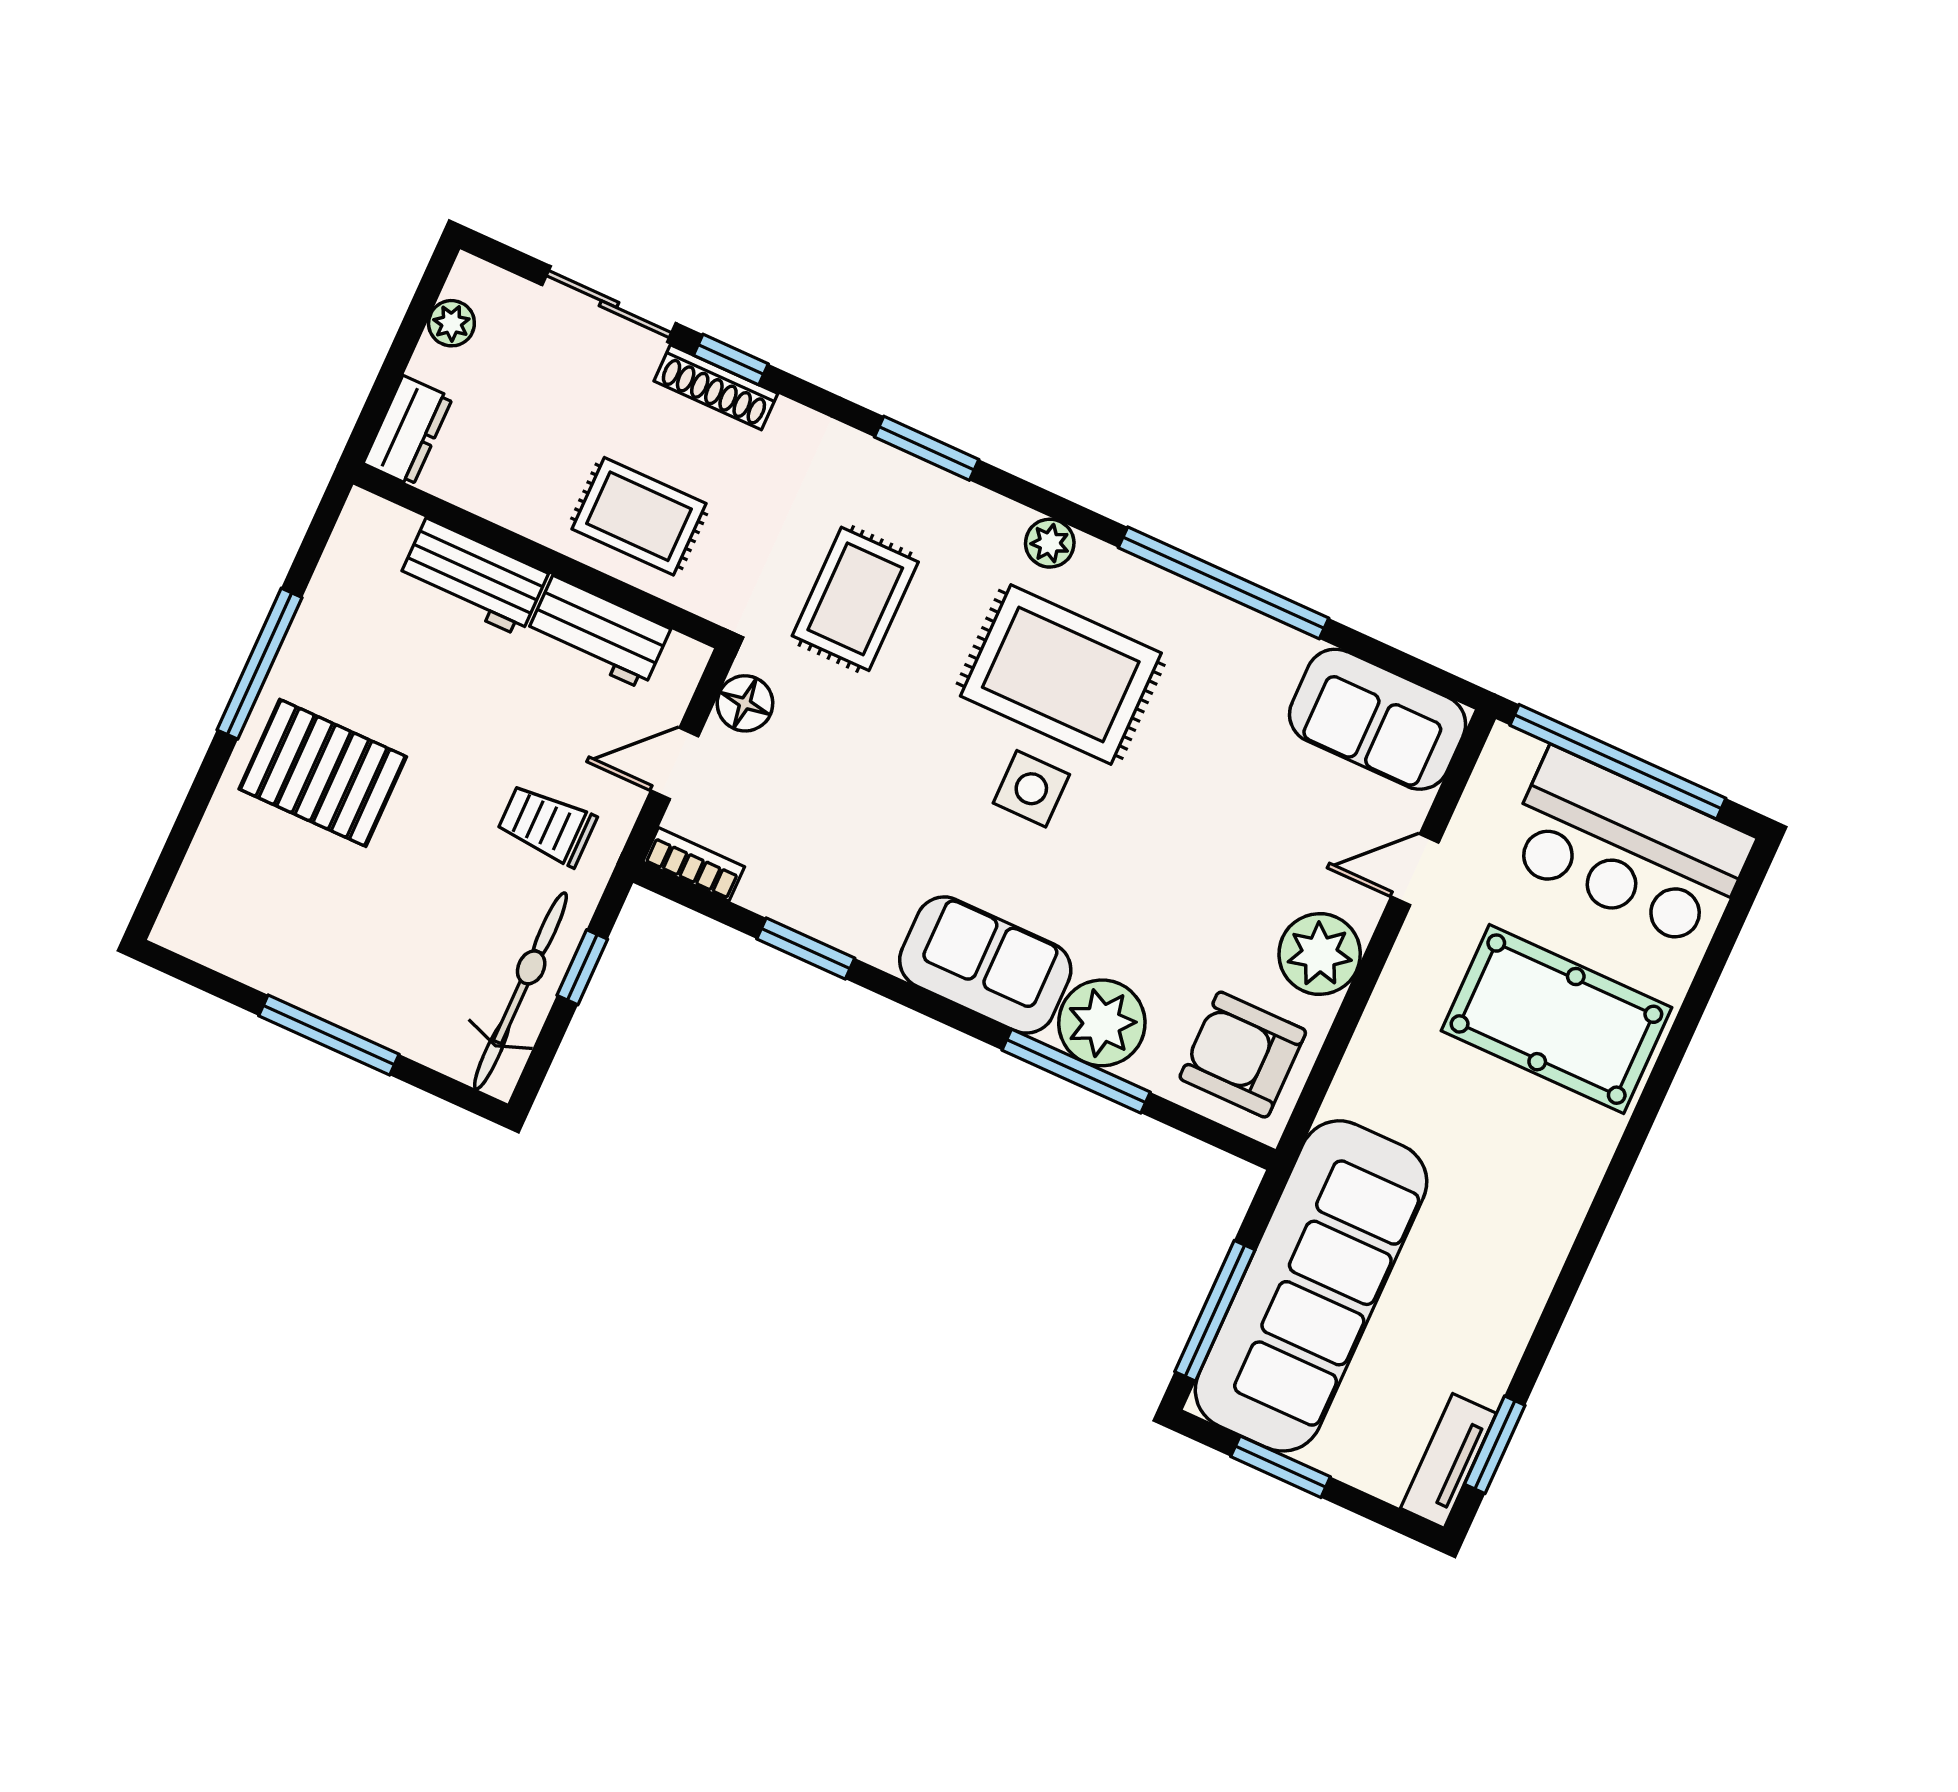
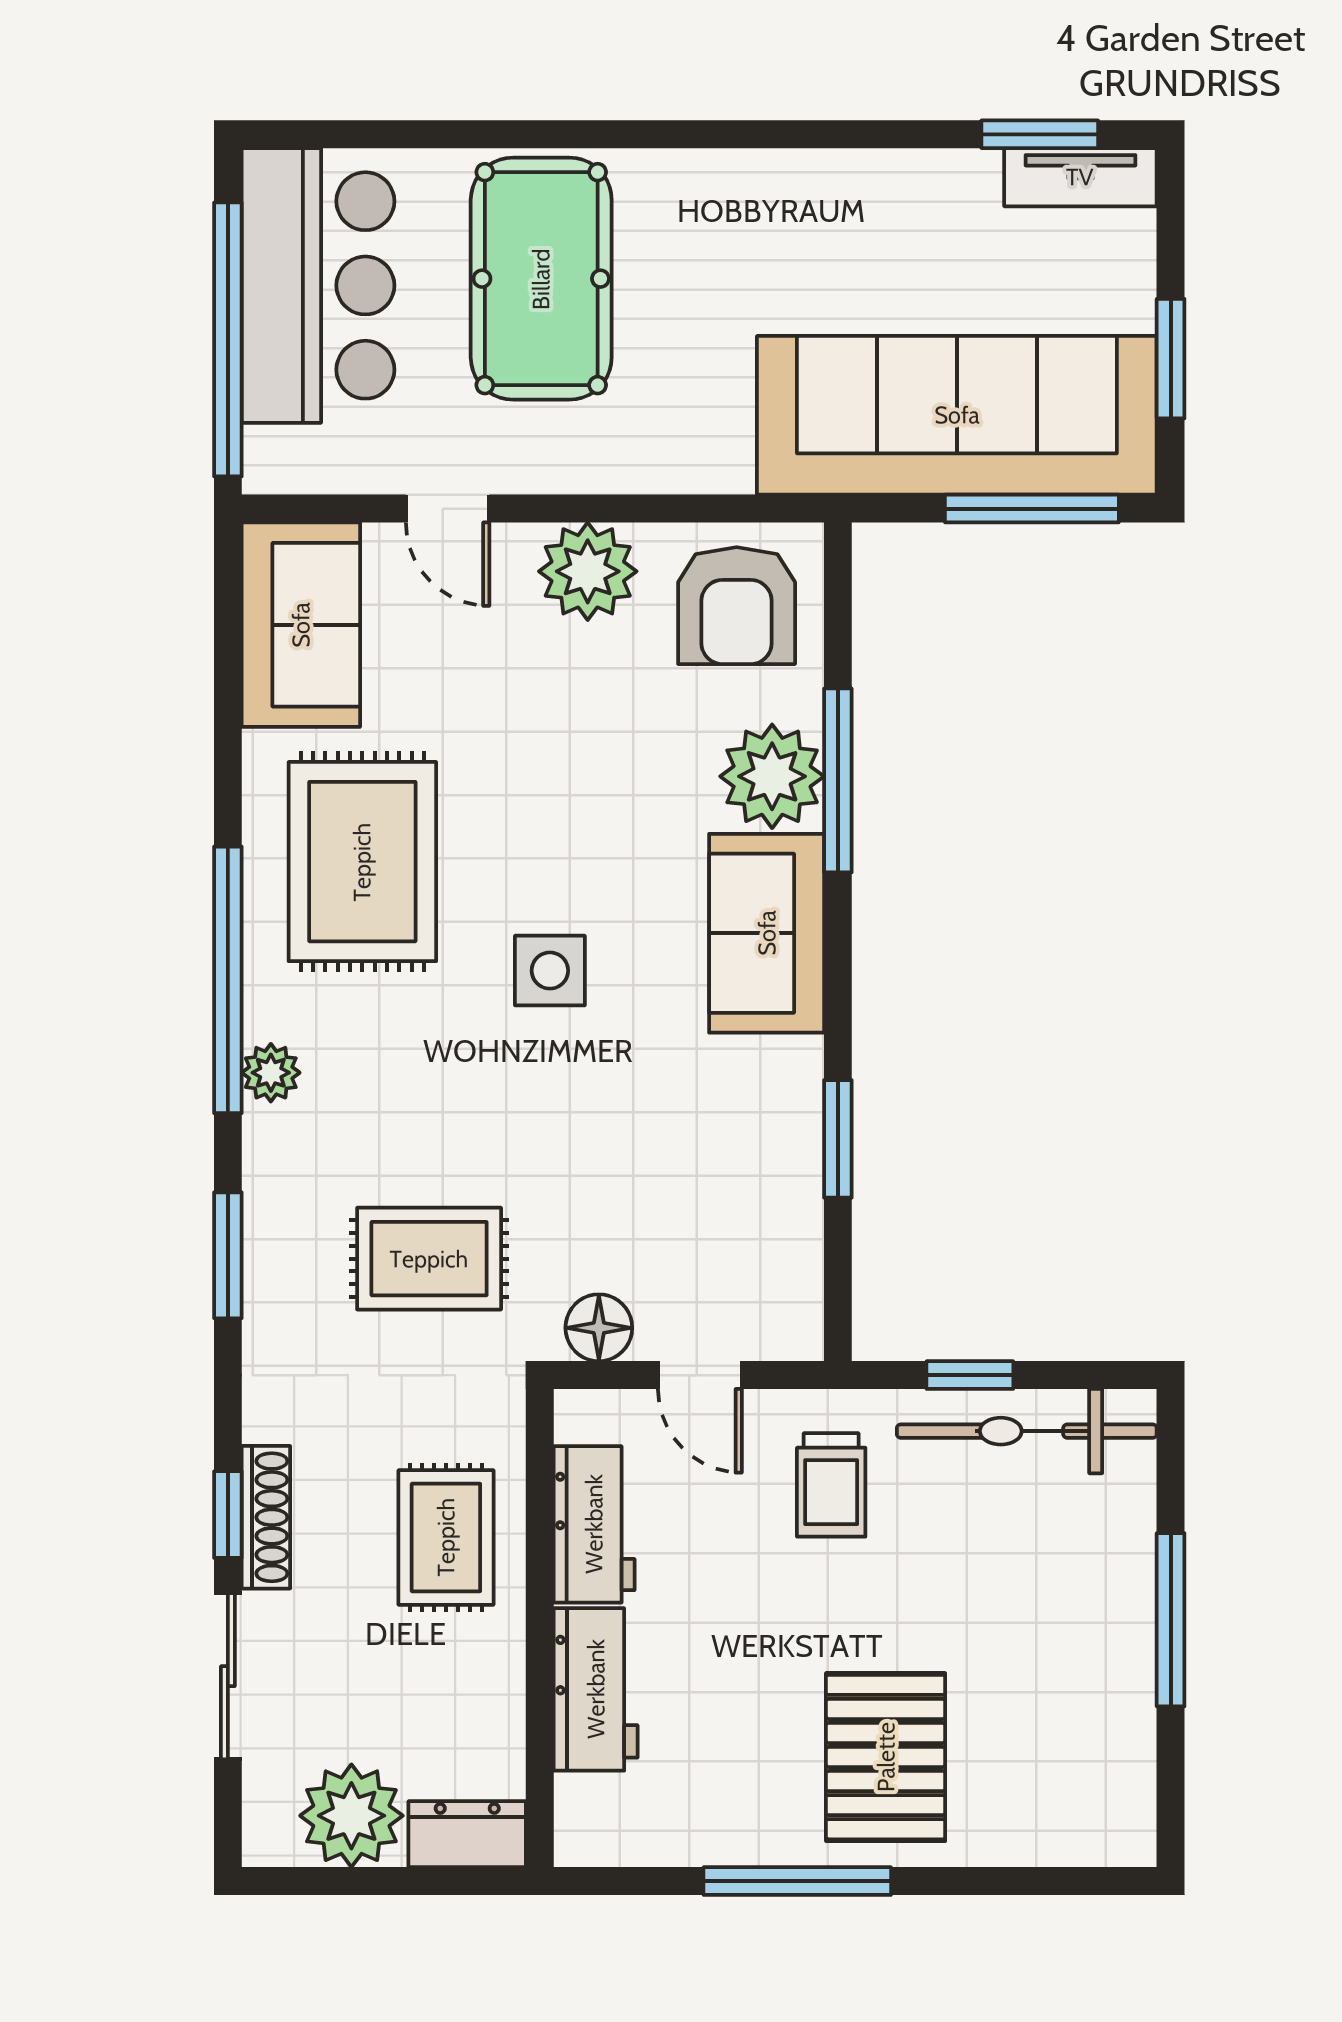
plant: (451, 323) -> (351, 1816), width x1.88, depth x1.88
window: (1223, 583) -> (228, 980), moved
rug: (1061, 674) -> (362, 862), moved
bookcase: (694, 864) -> (801, 1304), removed

